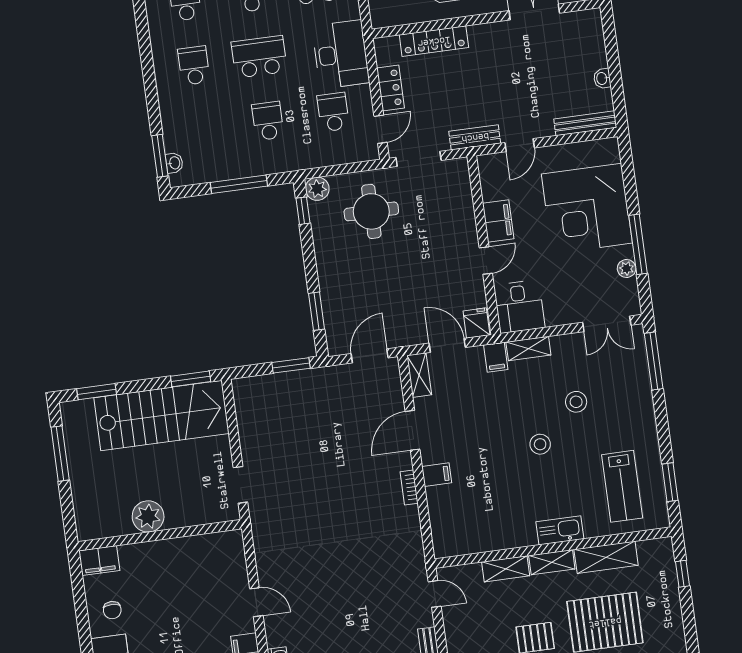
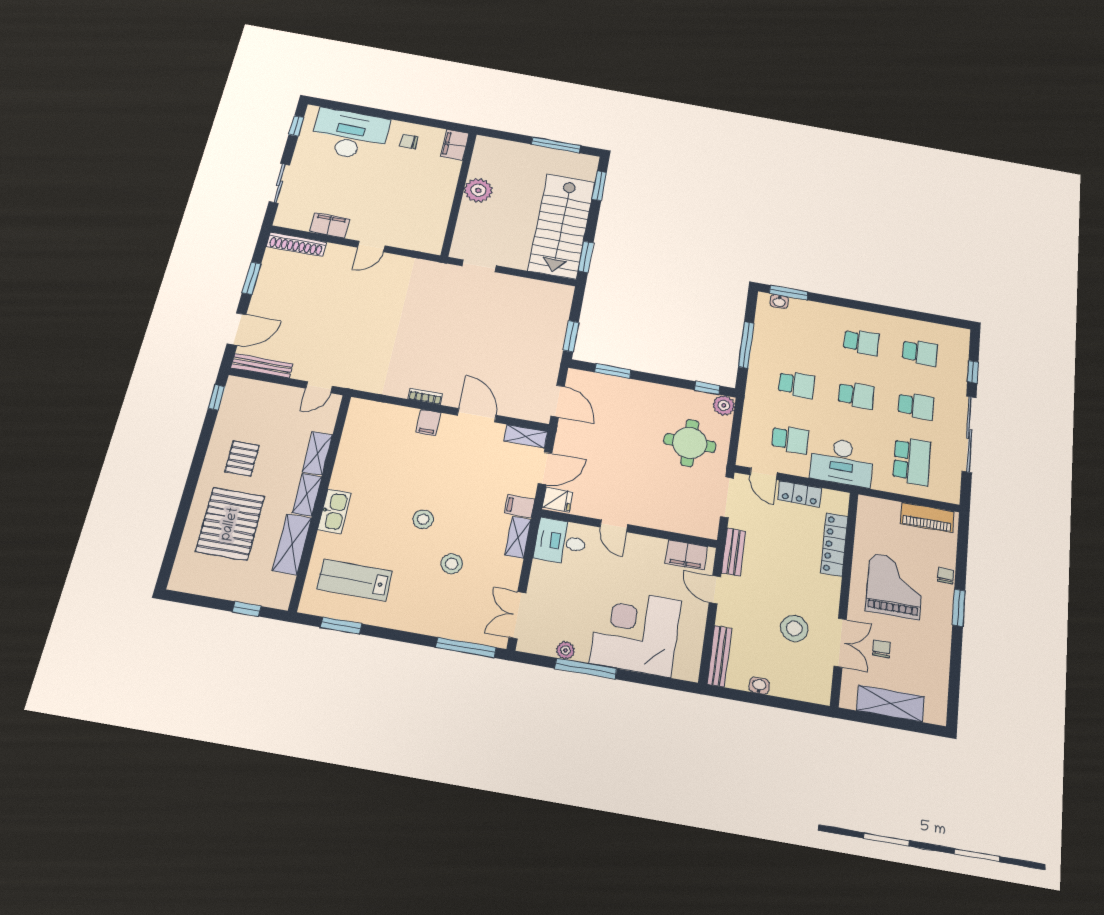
school desk: (259, 57) -> (856, 395), width x0.54
stool: (534, 59) -> (794, 628), added
filing cabinet: (498, 221) -> (686, 555), moved

